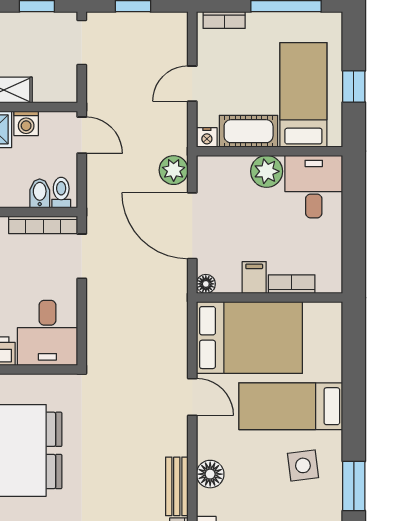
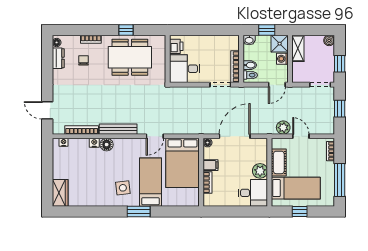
nightstand: (207, 137) -> (276, 143), removed
plant: (174, 170) -> (283, 128), moved
floor lamp: (210, 474) -> (107, 145), moved
bench: (177, 486) -> (118, 129), width x1.36
window: (354, 486) -> (139, 212), moved

